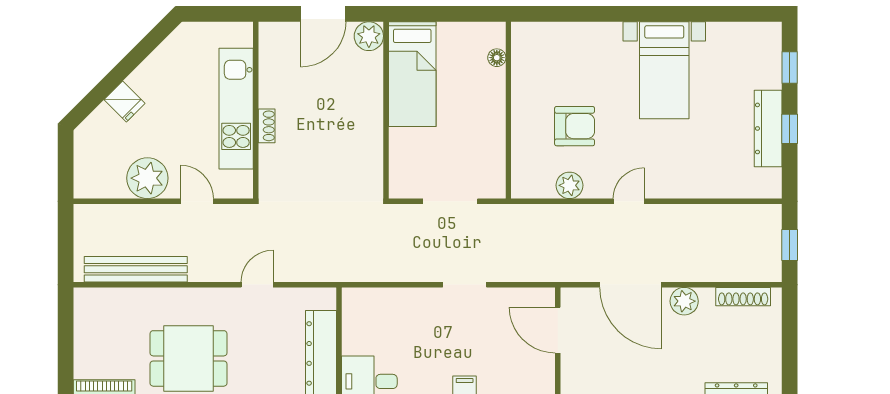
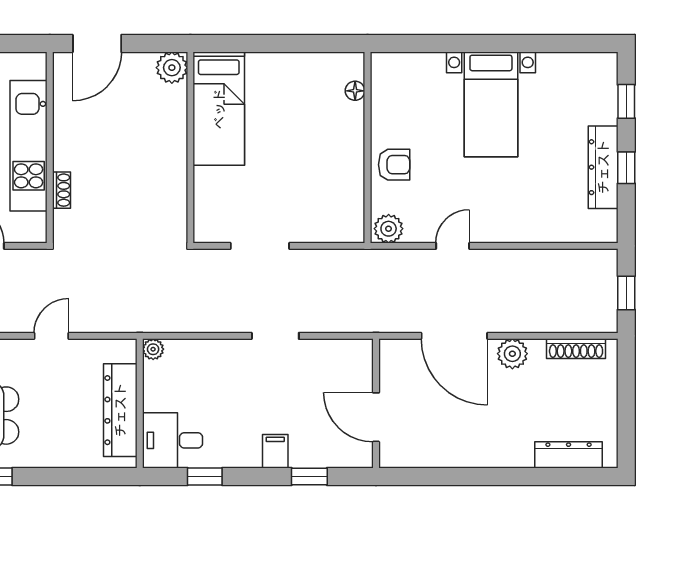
door: (323, 14) -> (97, 43), moved
floor lamp: (497, 58) -> (355, 91), moved
wall: (508, 110) -> (368, 148), moved
shoe rack: (267, 126) -> (62, 190), moved
armchair: (575, 126) -> (394, 165), width x0.72, depth x0.72
plant: (351, 297) -> (153, 349), added
door: (558, 330) -> (376, 417), moved

